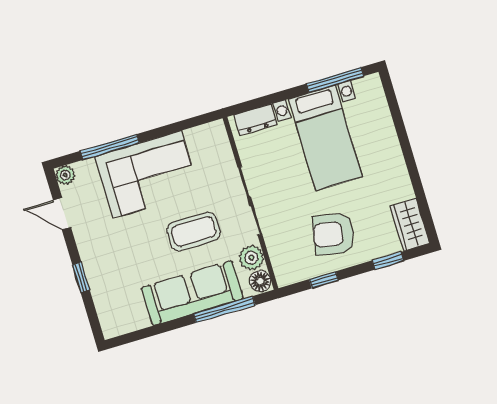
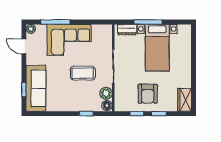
window: (335, 80) -> (148, 22), moved
armchair: (334, 234) -> (148, 94), turned -101
window: (388, 261) -> (159, 114), moved
window: (81, 277) -> (24, 90), moved
sofa: (192, 293) -> (36, 88), moved, turned 90
window: (224, 309) -> (86, 114), width x0.46

